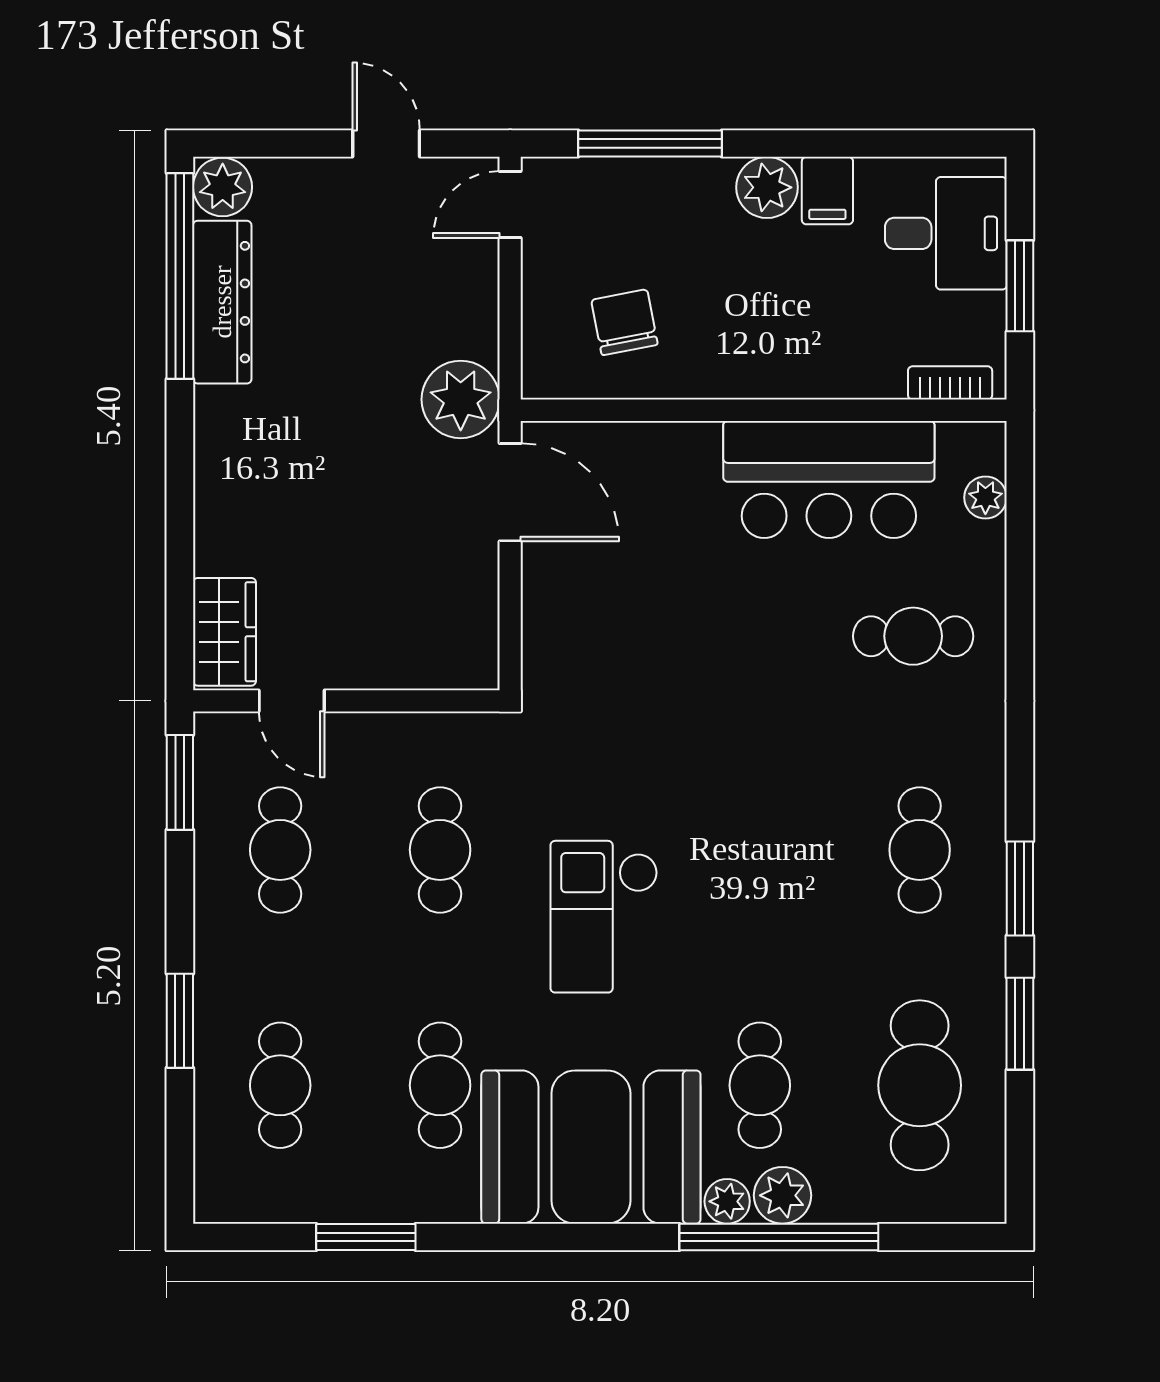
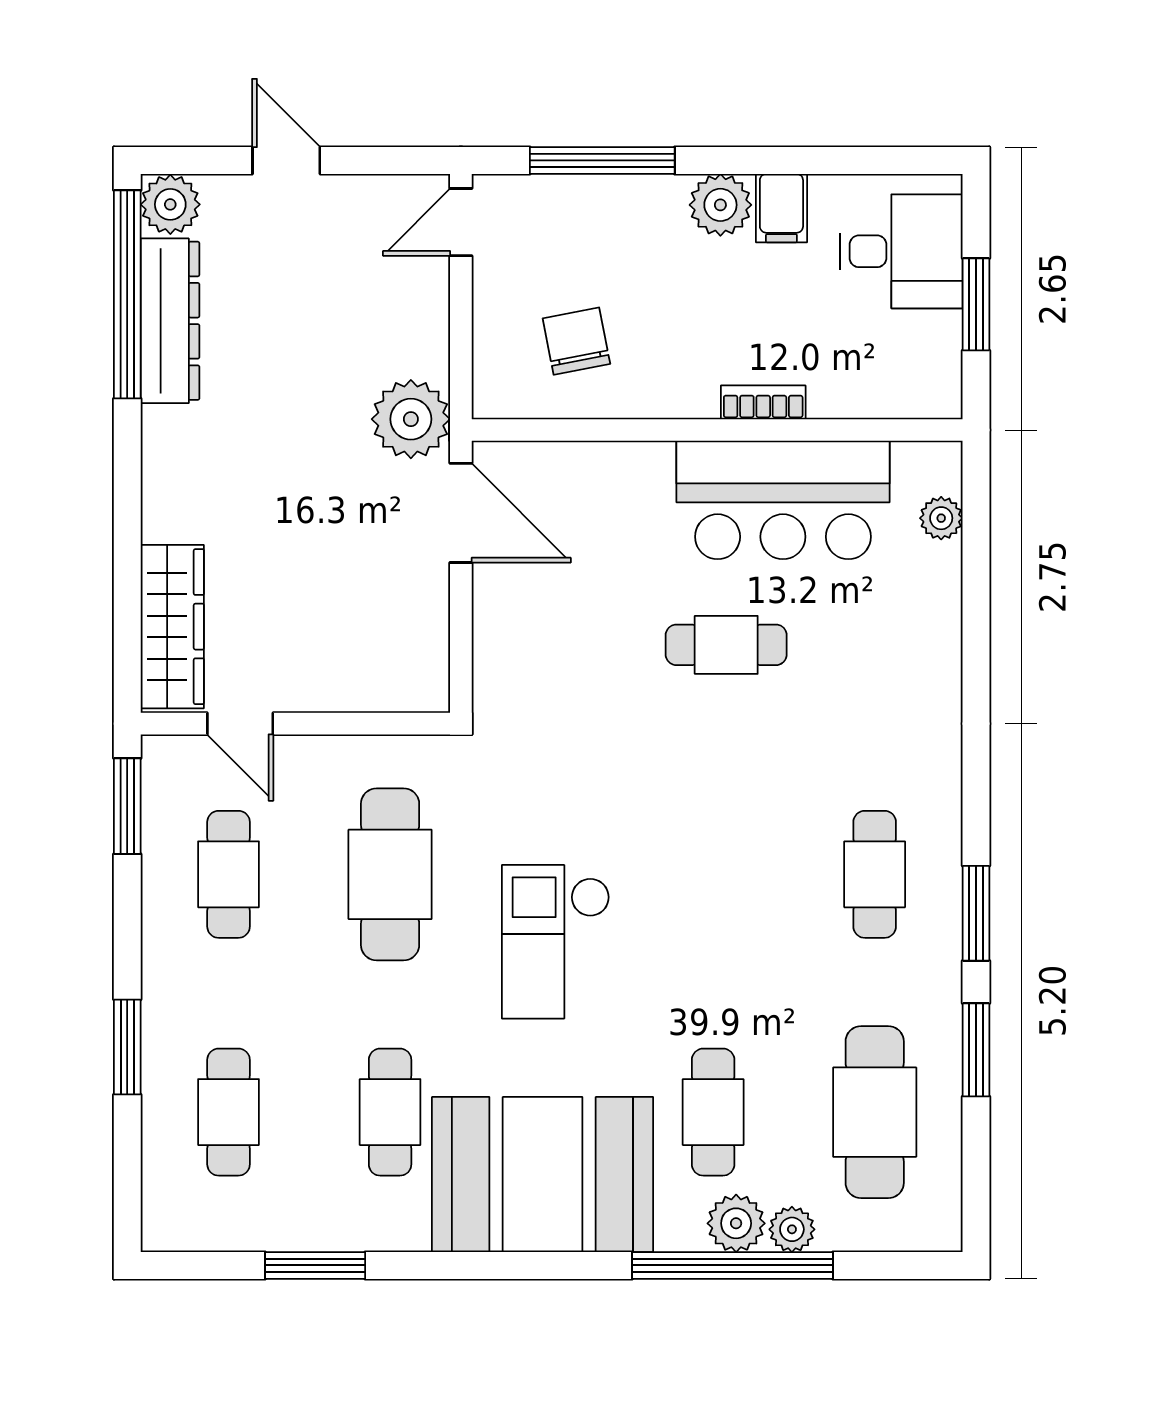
door: (386, 143) -> (286, 160), moved
bookcase: (950, 383) -> (763, 402), moved
wardrobe: (224, 632) -> (172, 627), width x1.50
cafe table: (913, 636) -> (726, 645), moved
cafe table: (440, 850) -> (390, 874), width x1.37, depth x1.35
plant: (727, 1201) -> (792, 1229), moved

